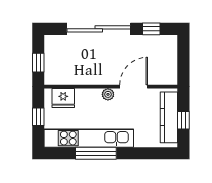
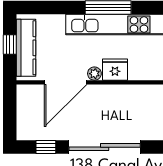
door: (134, 87) -> (66, 82), width x1.36
fridge: (63, 98) -> (115, 70), moved

